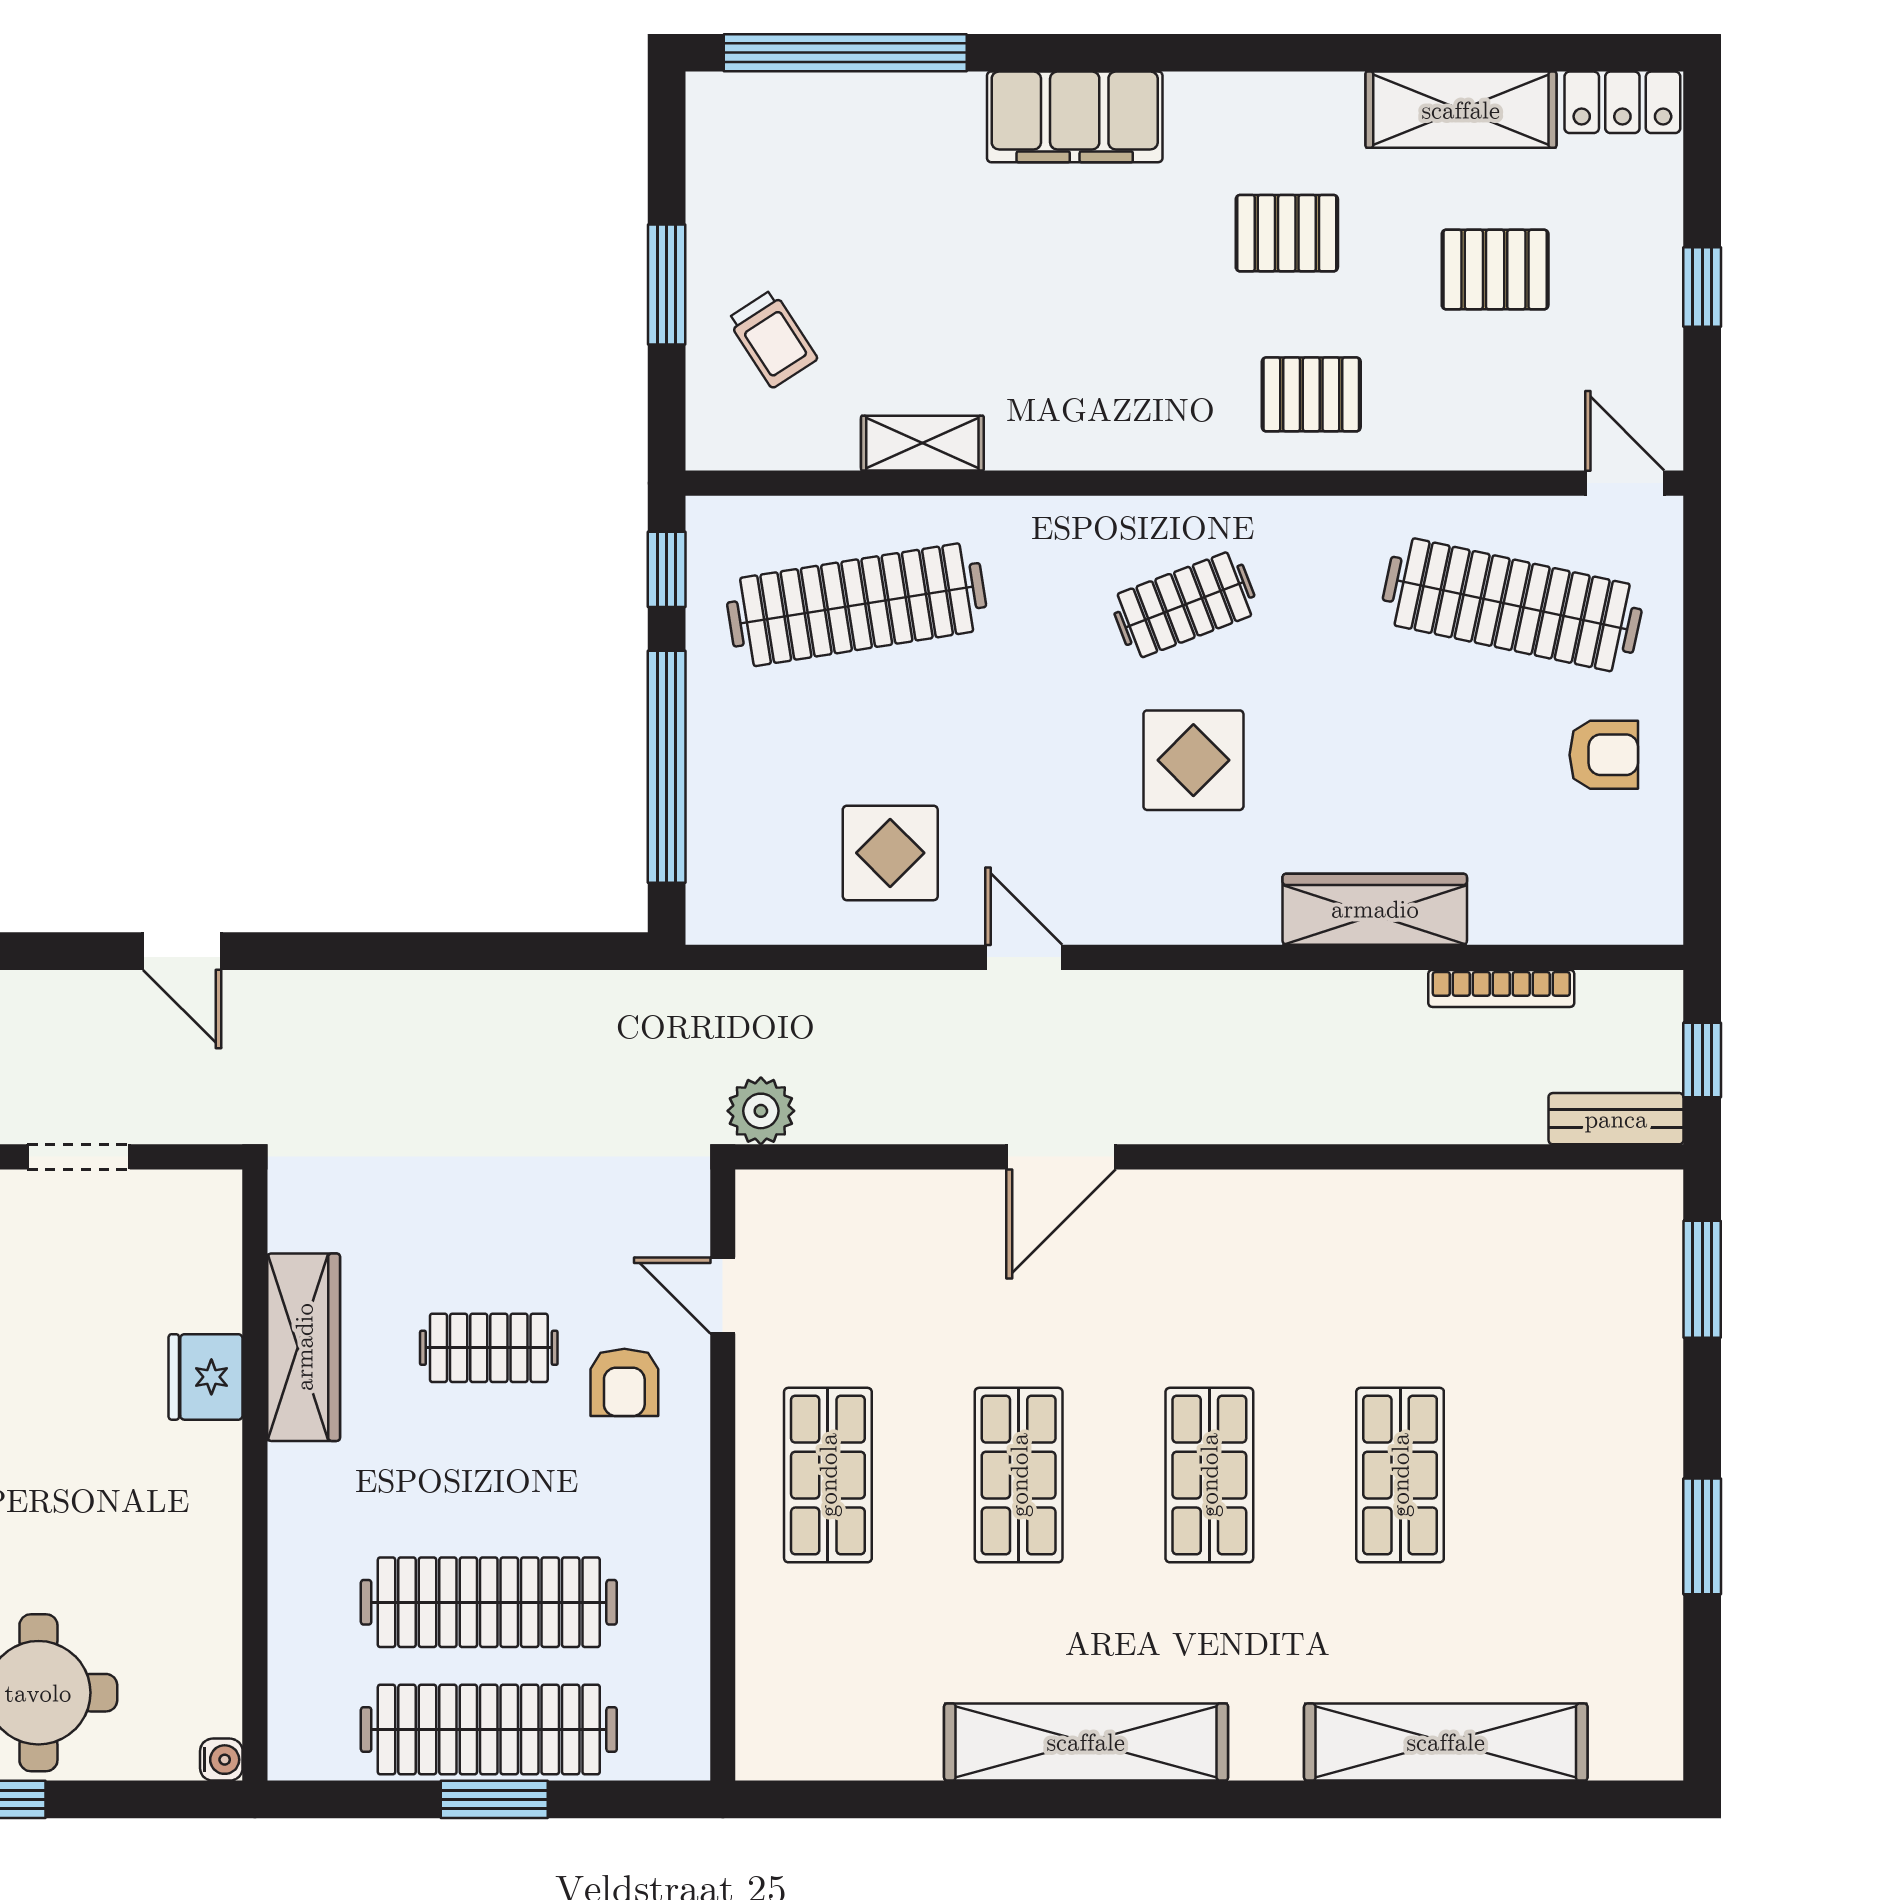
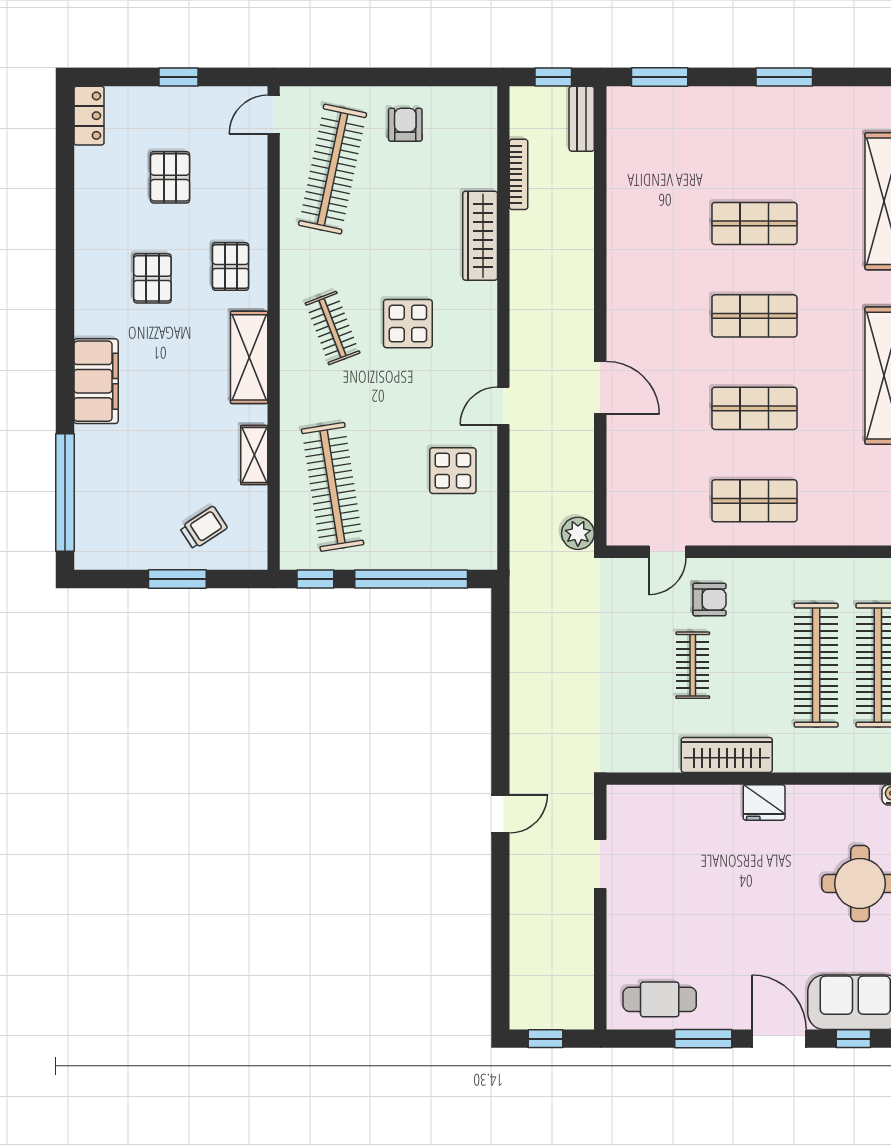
shelving: (1461, 110) -> (249, 357), moved
wardrobe: (304, 1347) -> (727, 755), moved
fridge: (206, 1377) -> (764, 803), moved

